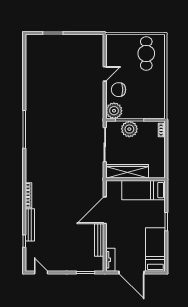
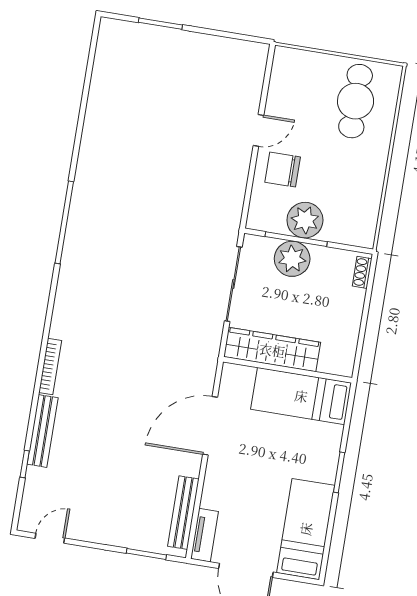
plant: (114, 111) -> (305, 220), moved
bench: (99, 240) -> (183, 513), moved
door: (41, 273) -> (50, 538), hinge flipped

